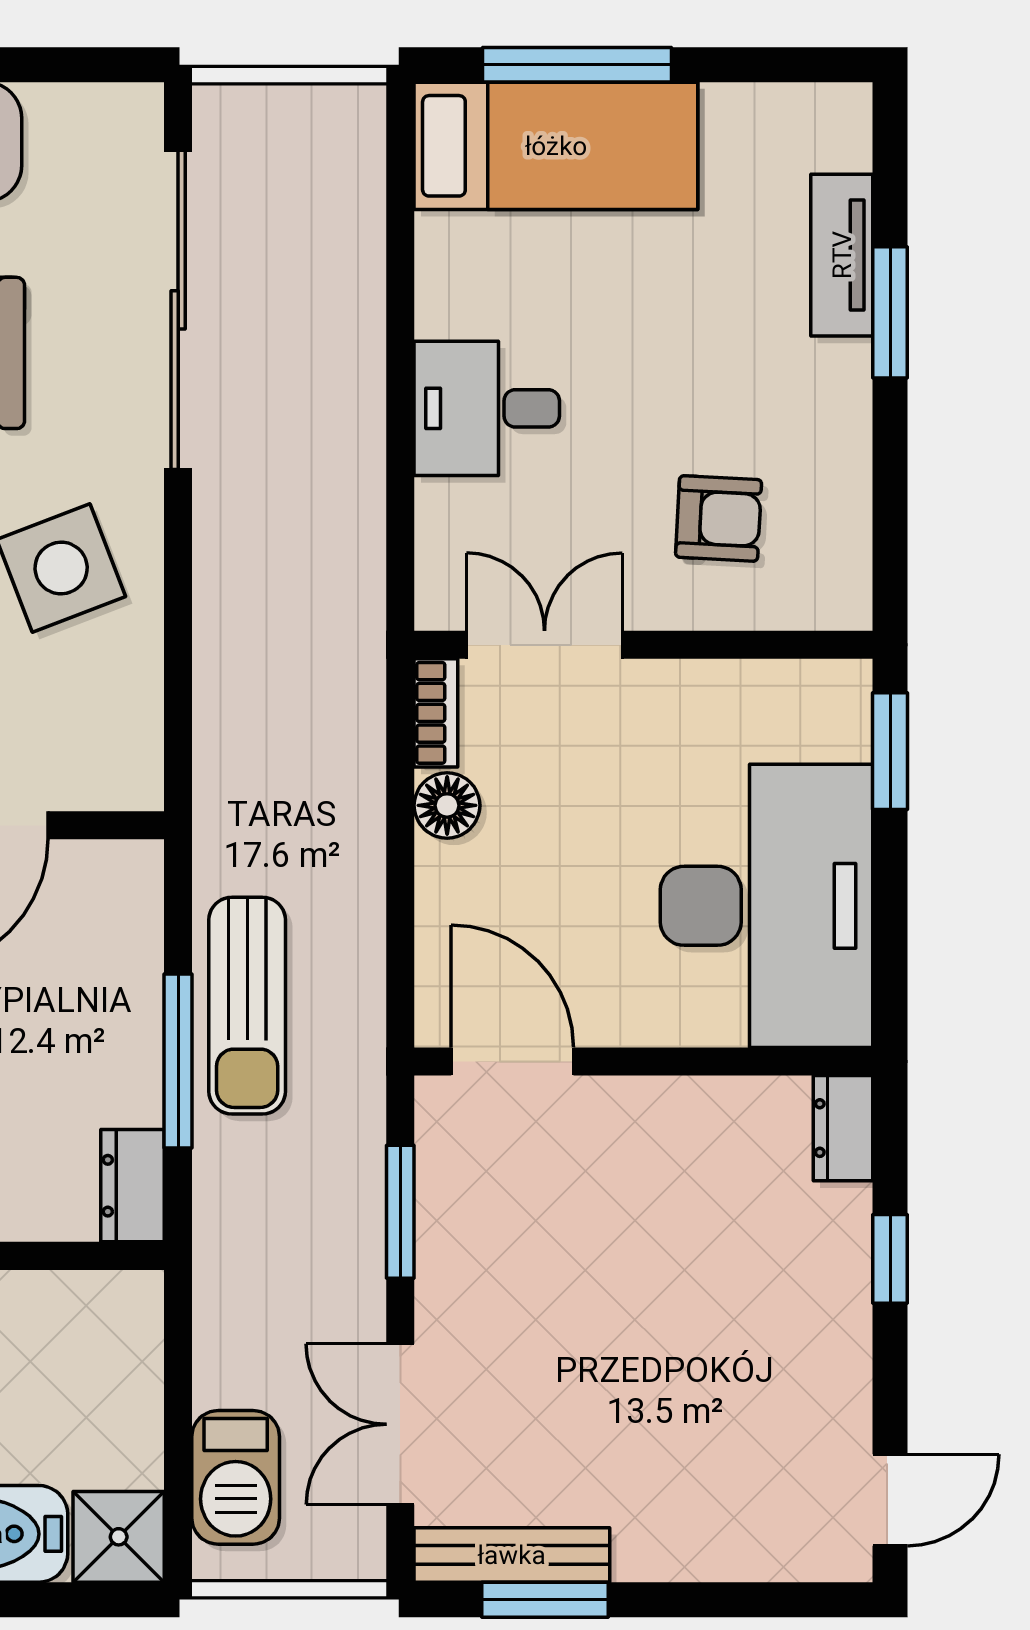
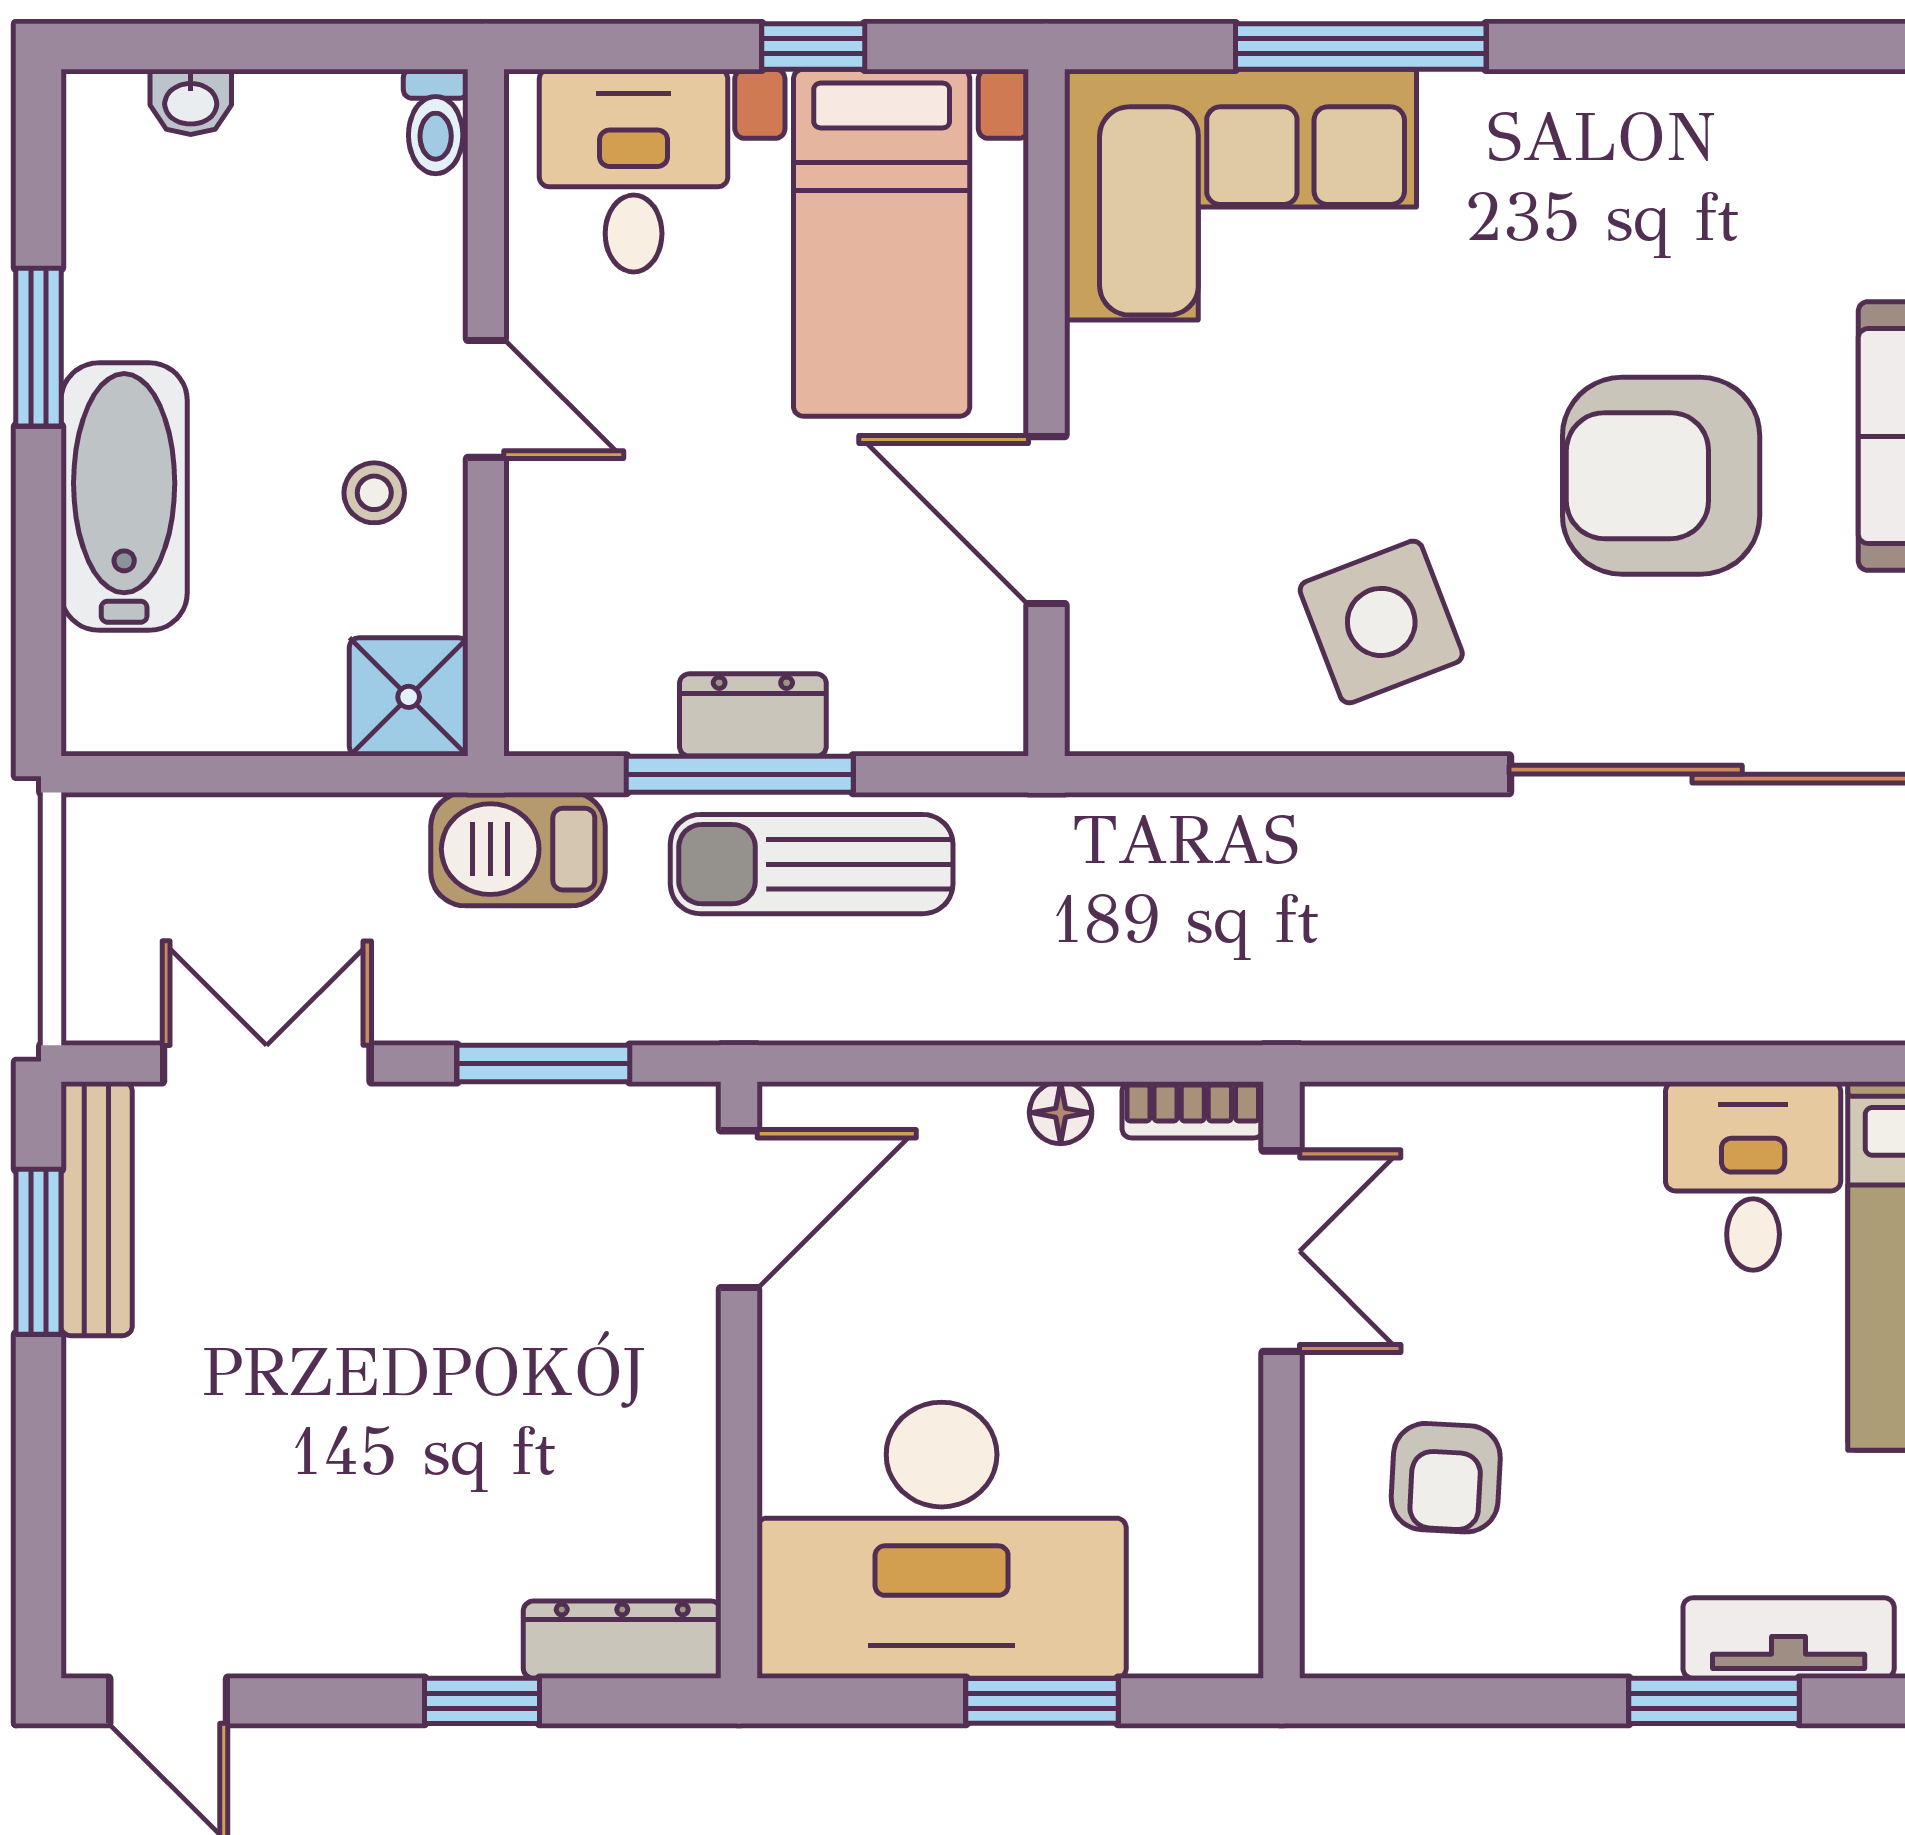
desk: (487, 408) -> (1753, 1176), moved
window: (890, 751) -> (1042, 1701), moved
floor lamp: (447, 805) -> (1061, 1113), width x0.73, depth x0.73
dresser: (843, 1128) -> (622, 1640), width x1.44
dresser: (133, 1186) -> (753, 715), moved
barbecue: (236, 1477) -> (518, 849), moved
shower: (119, 1537) -> (409, 697), moved

